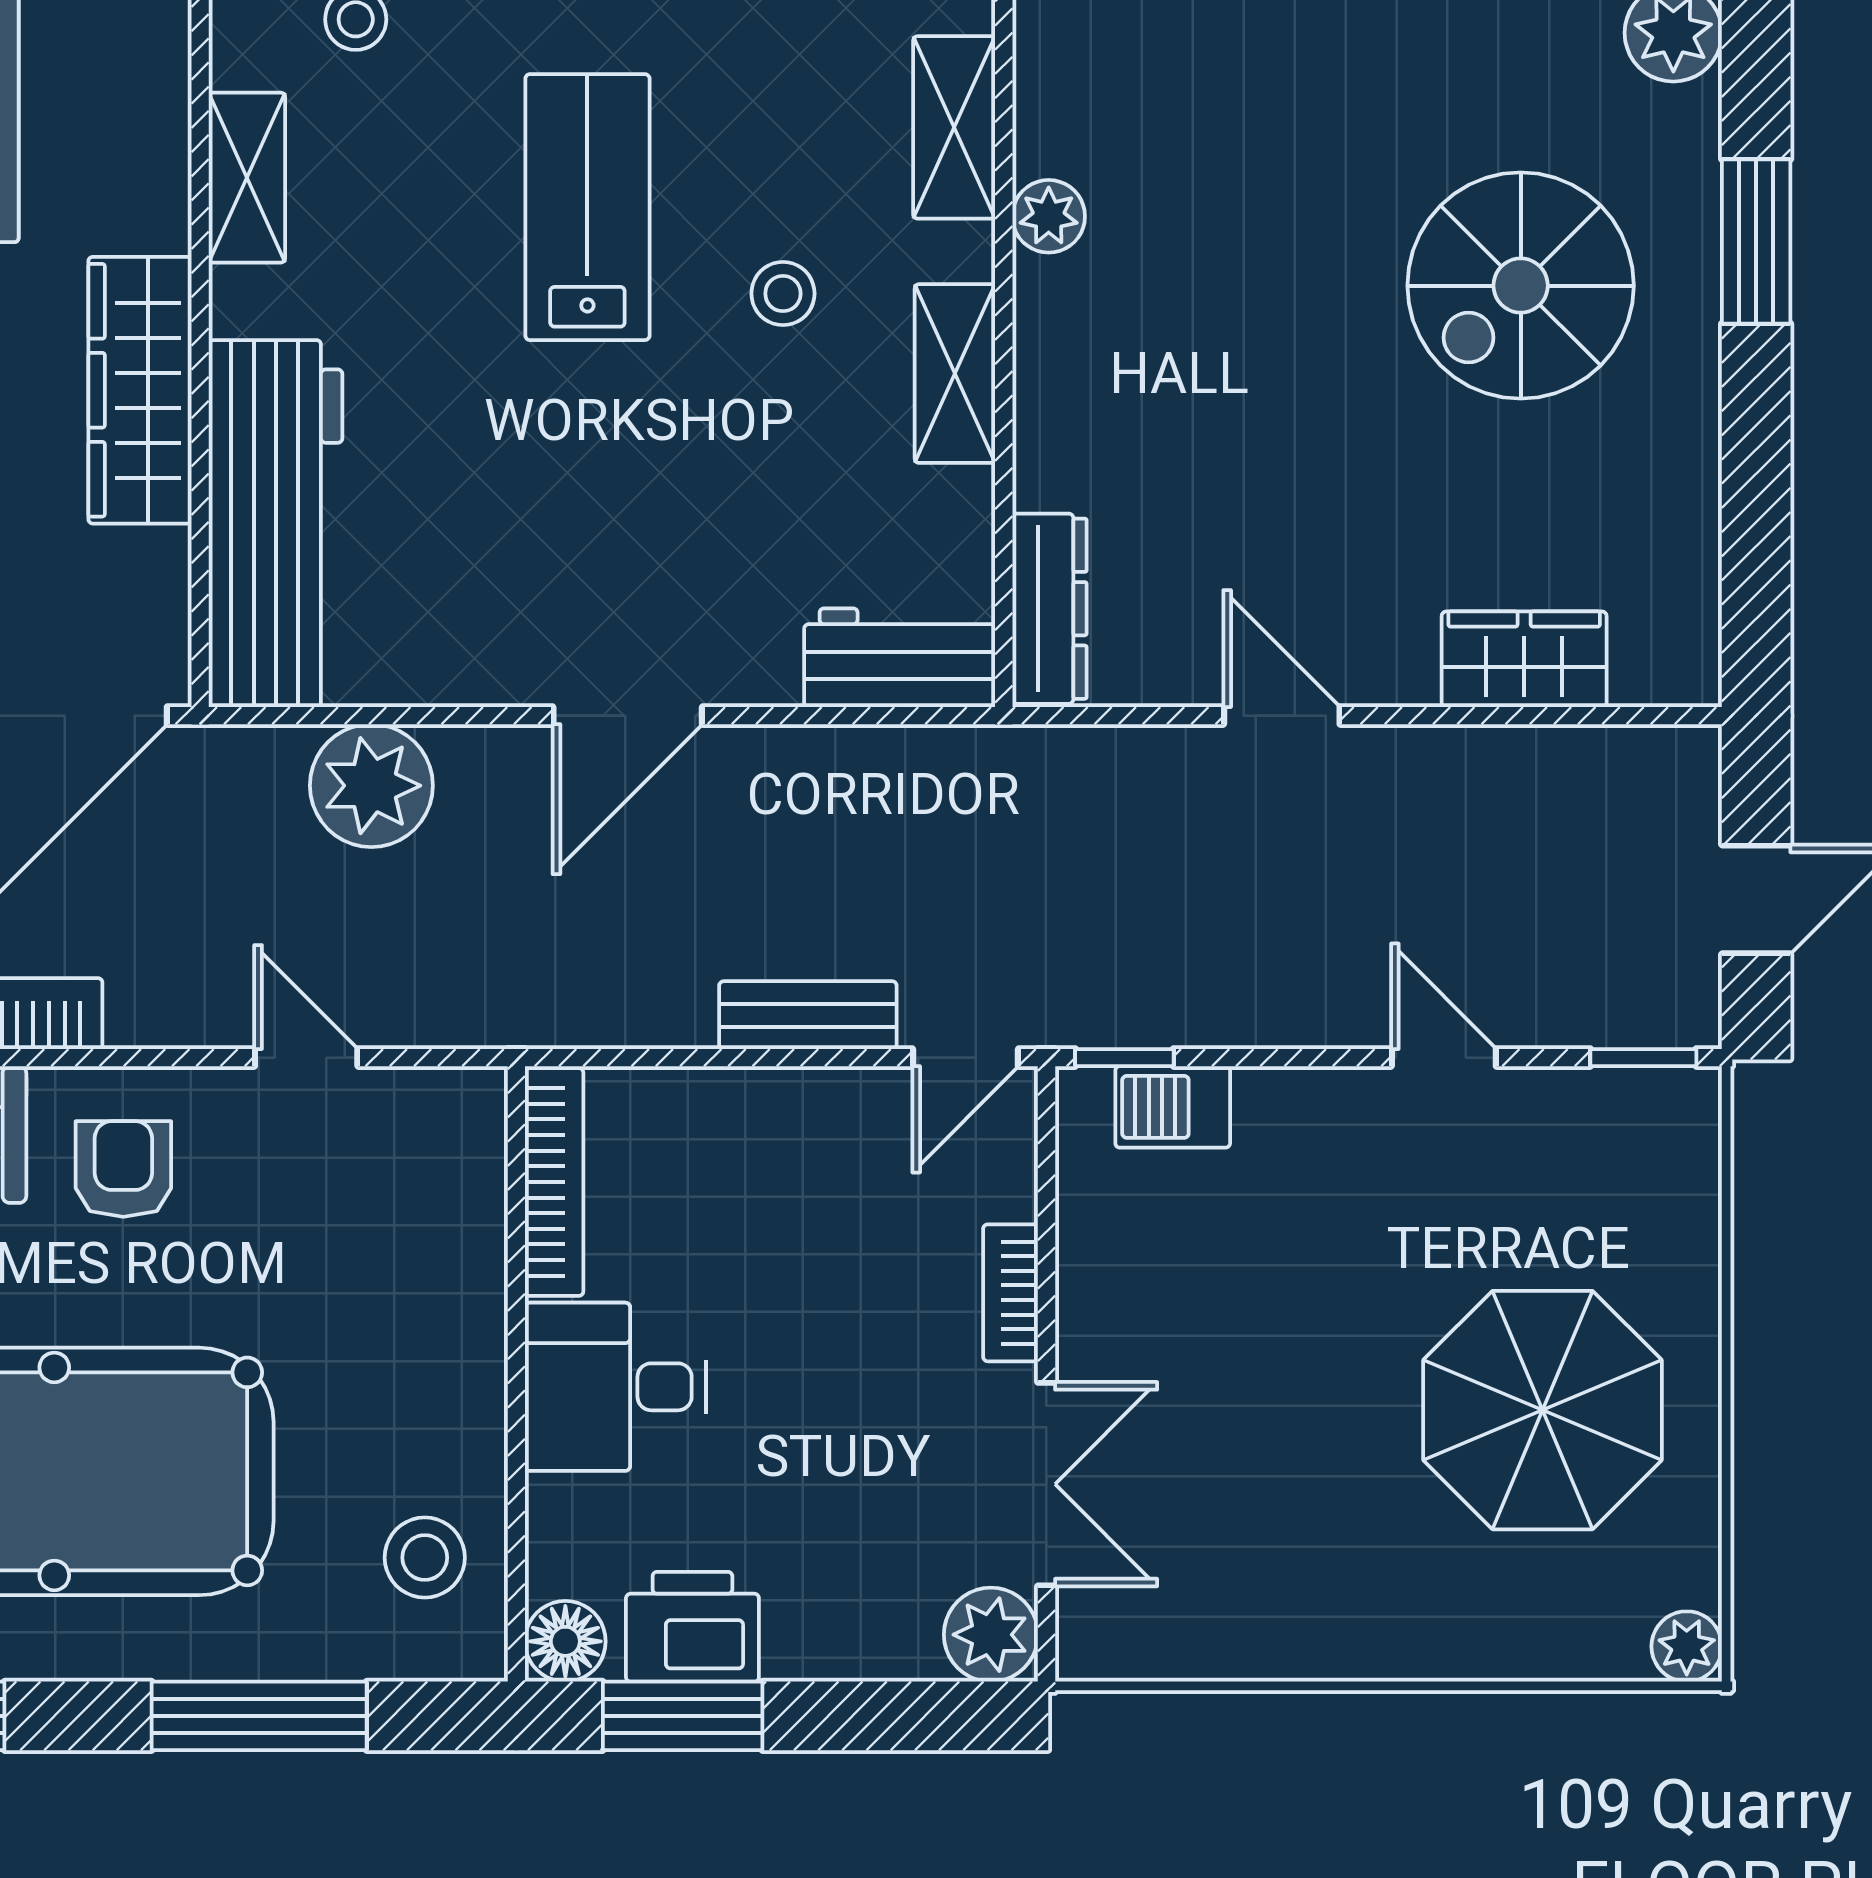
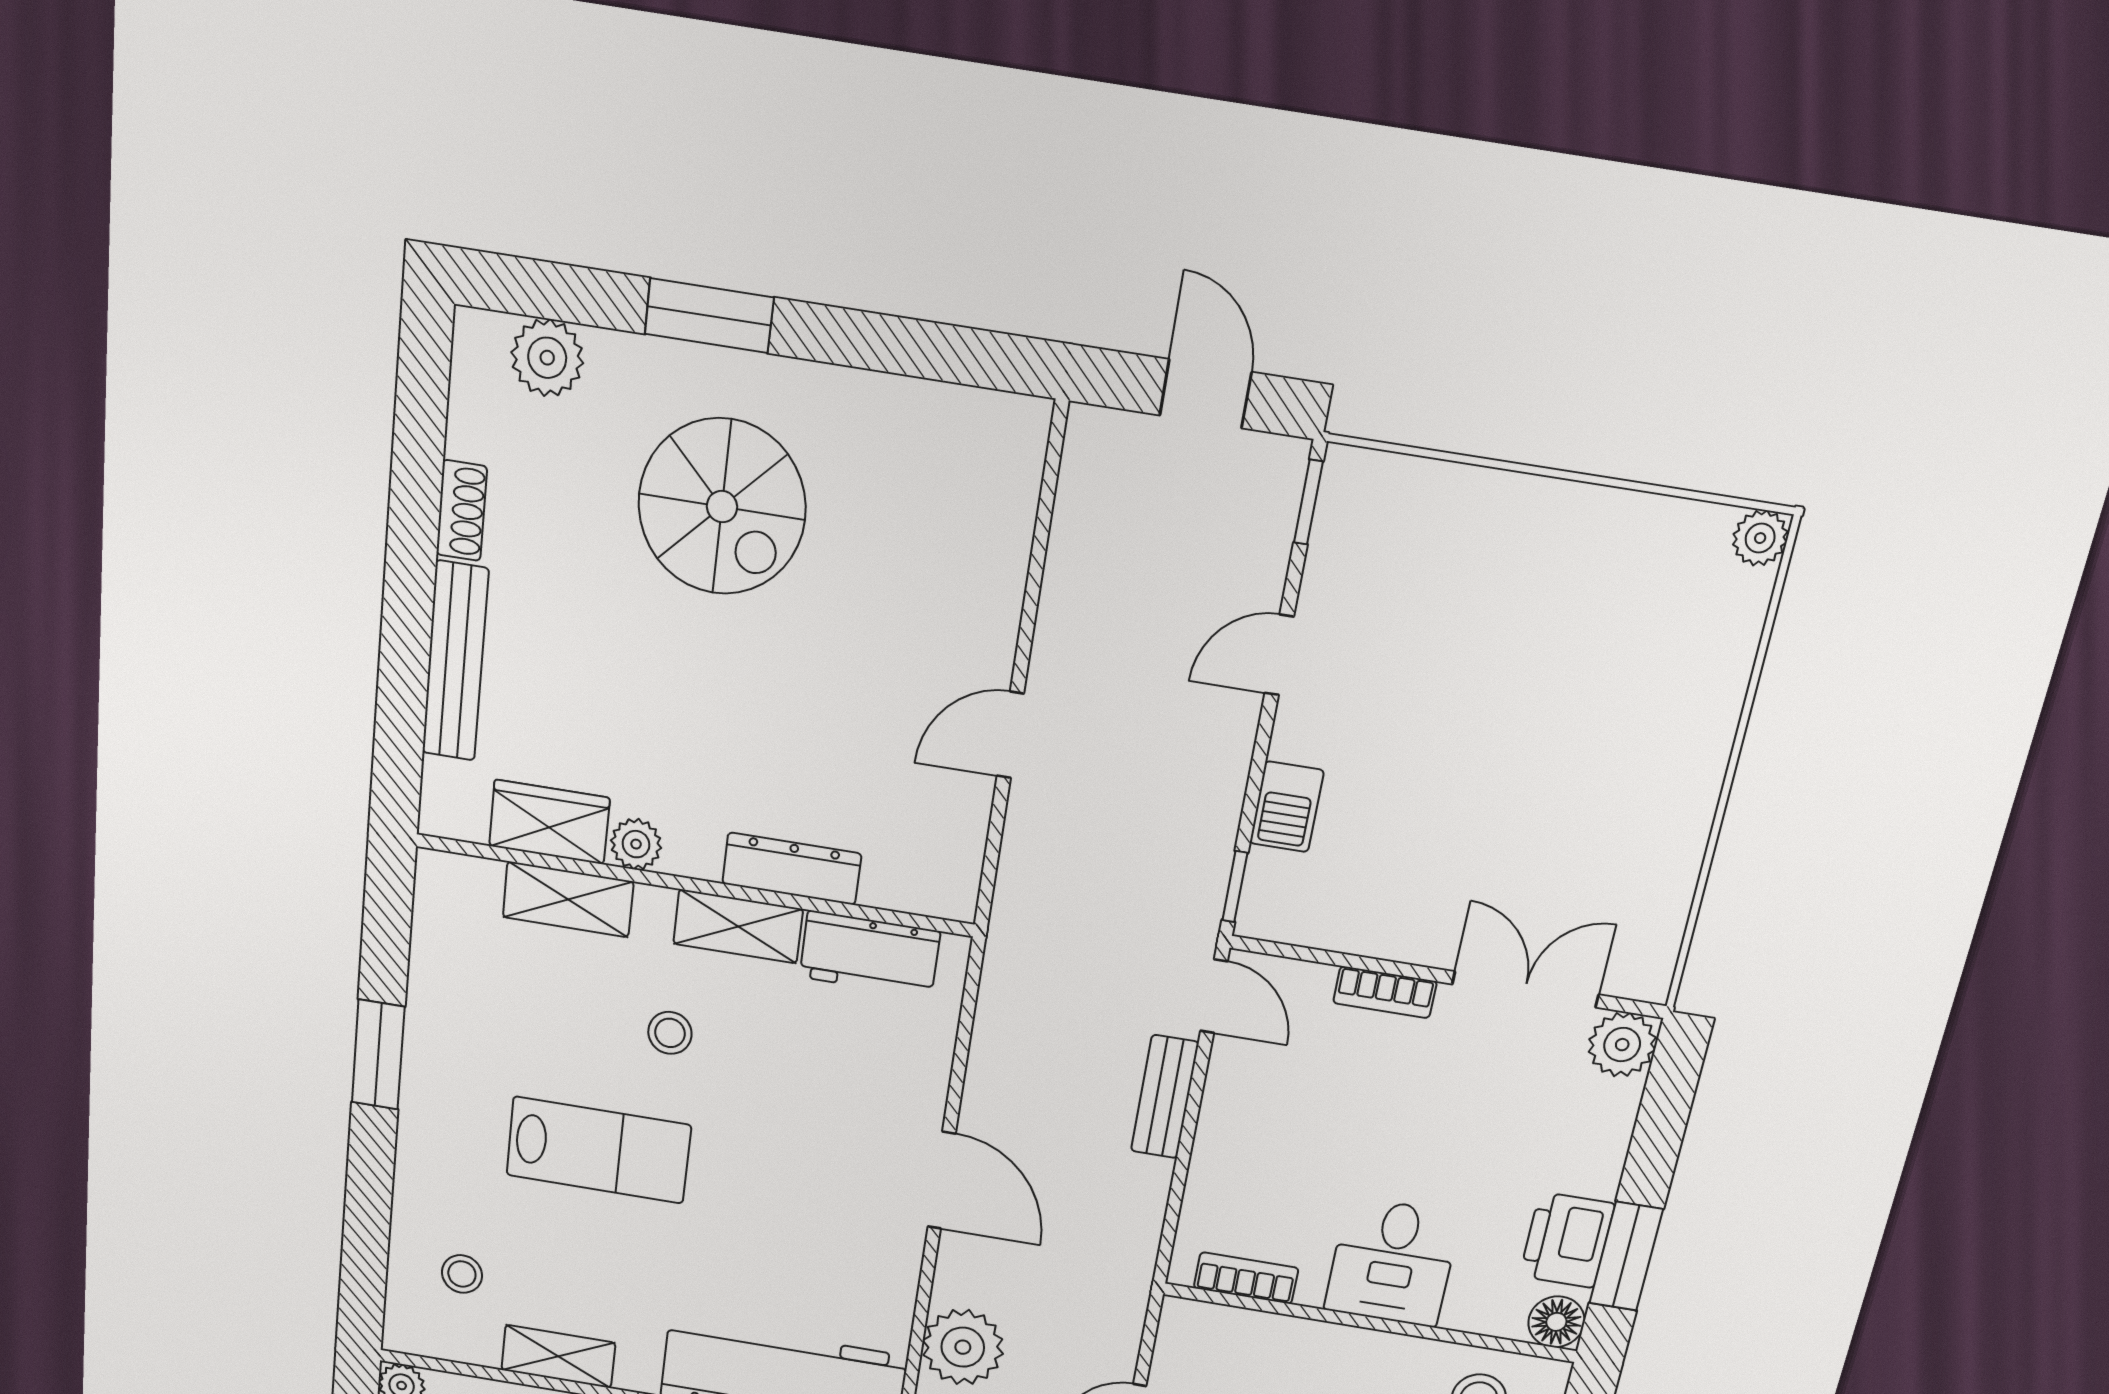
lab bench: (587, 207) -> (599, 1150), turned 180
dresser: (1050, 609) -> (792, 869), moved
workbench: (900, 658) -> (870, 954), moved, turned -90
wardrobe: (1524, 659) -> (549, 822), moved, turned 90
barbecue: (1173, 1107) -> (1287, 807), moved
bookcase: (554, 1182) -> (1246, 1278), width x0.64
parasol: (1542, 1410) -> (1555, 622), removed

